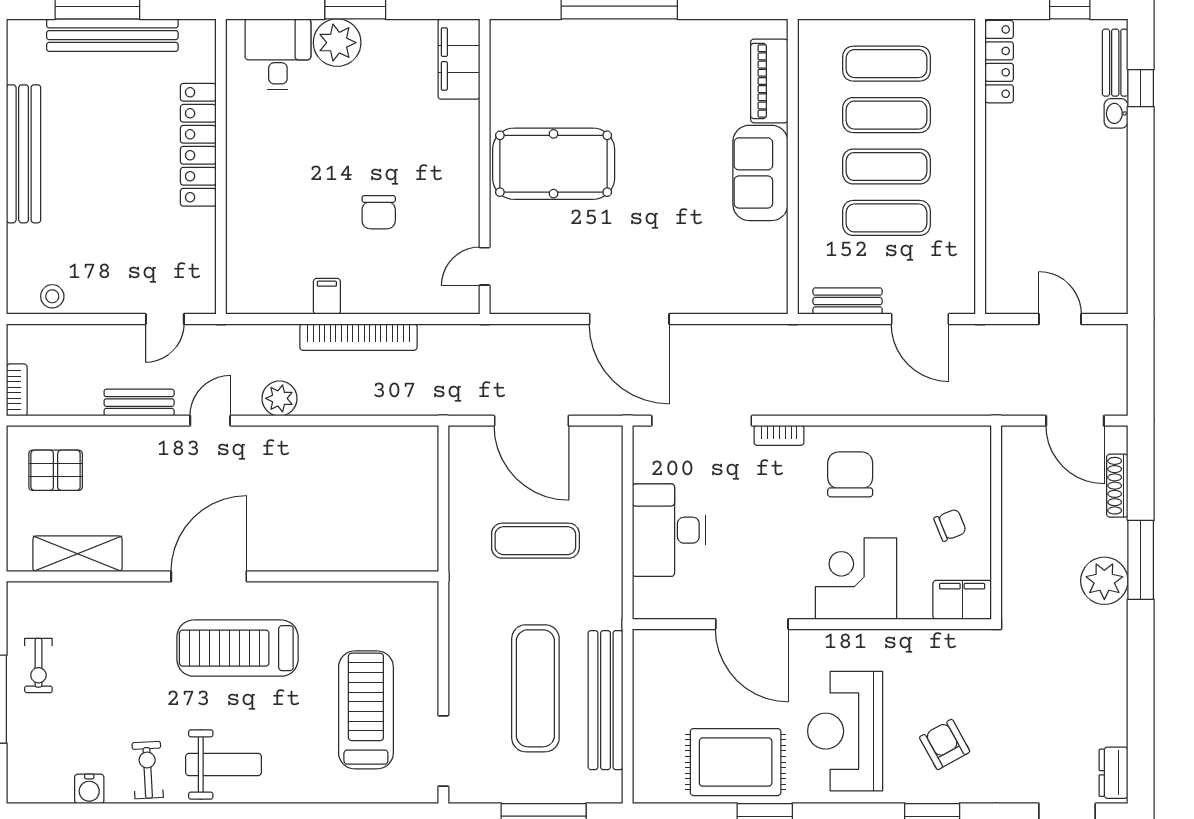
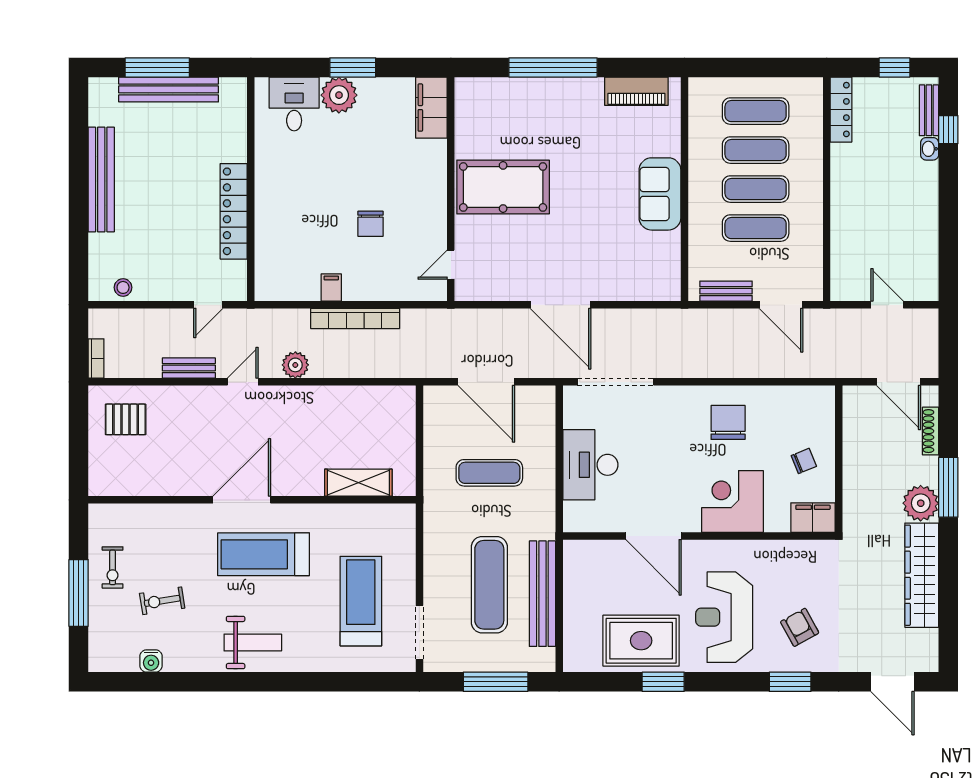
piano: (769, 81) -> (636, 91), moved, turned -90
locker: (198, 145) -> (234, 211), moved
bookcase: (779, 435) -> (674, 393), removed
shelving: (78, 554) -> (358, 483), moved
wardrobe: (1106, 676) -> (922, 575), added
exercise bike: (148, 770) -> (162, 601), moved, turned -96
dresser: (1114, 773) -> (928, 649), removed

